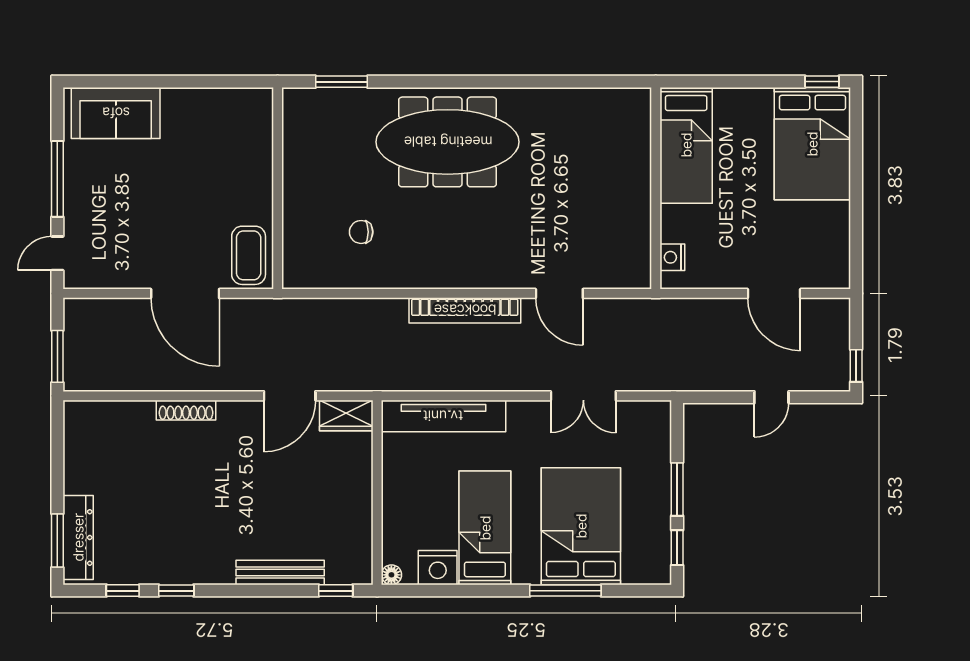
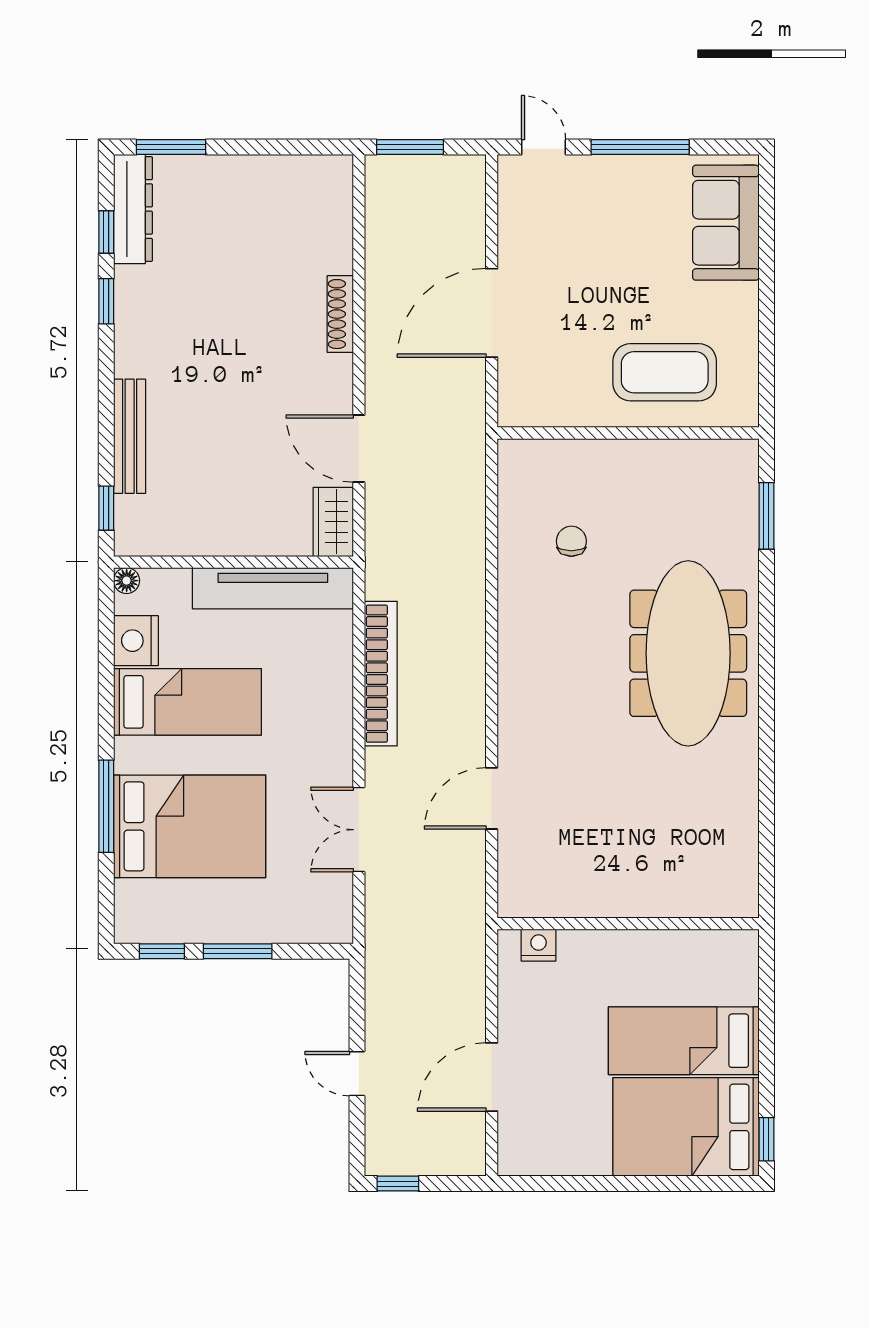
bed: (686, 145) -> (684, 1041), moved
coffee table: (249, 255) -> (665, 372), moved, width x1.36, depth x1.32
bookcase: (465, 310) -> (381, 674), moved, turned 180
tv unit: (443, 416) -> (273, 588), moved, turned -90
dresser: (78, 537) -> (133, 209), moved, turned -90

